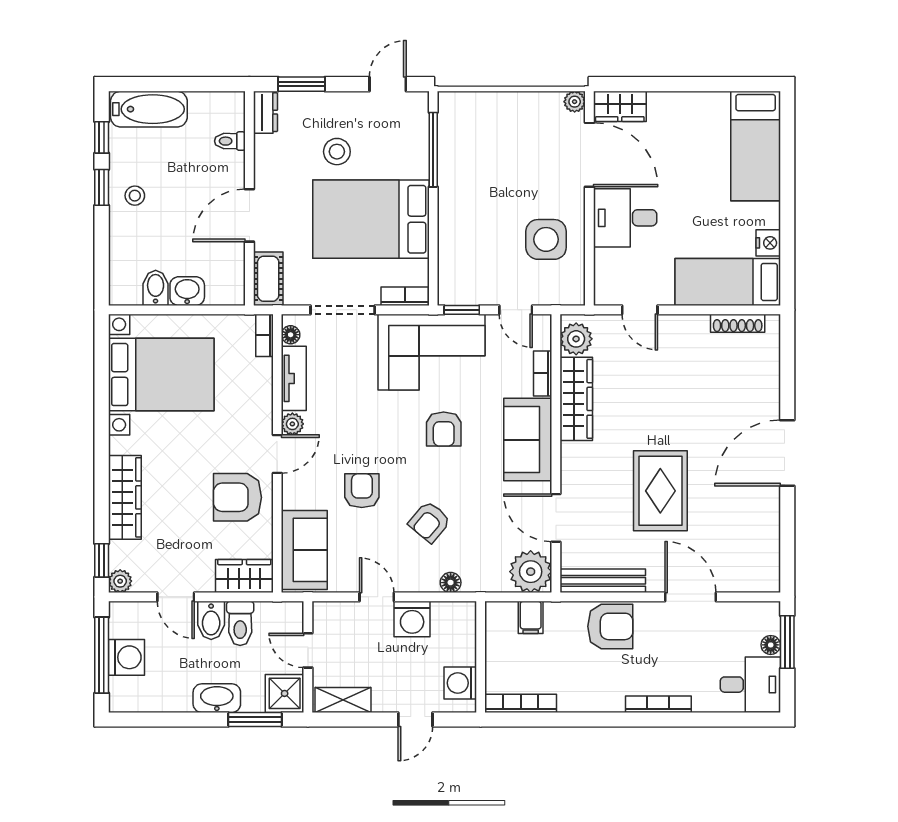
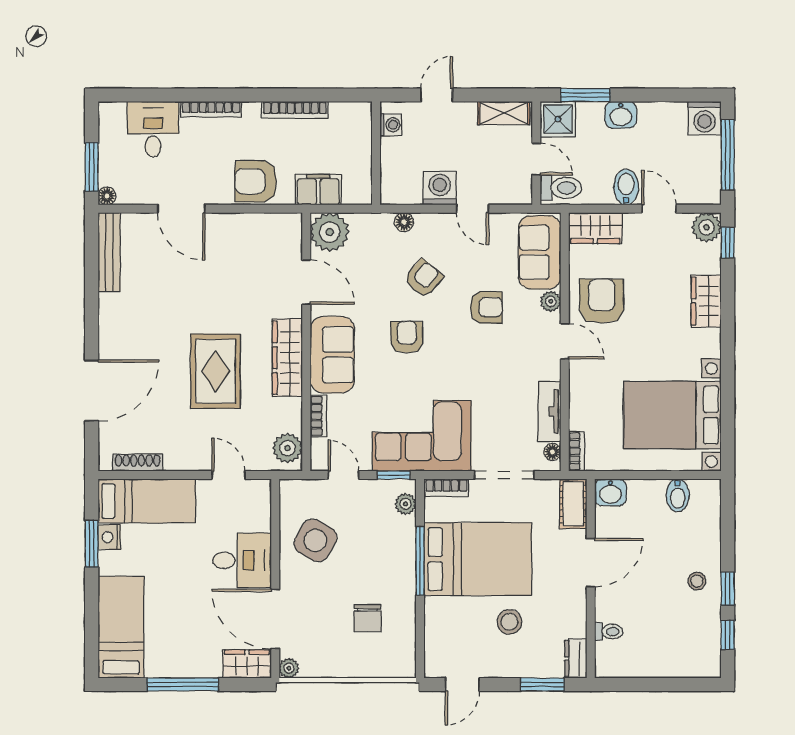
window: (689, 84) -> (183, 684), added
bathtub: (149, 109) -> (684, 661), removed
window: (433, 150) -> (420, 561), moved
chair: (490, 156) -> (368, 618), added
window: (787, 236) -> (92, 544), added
side table: (546, 239) -> (315, 540), turned 30
plant: (449, 279) -> (406, 504), added
washbasin: (187, 291) -> (610, 492), moved
wardrobe: (576, 399) -> (287, 358), moved
plant: (292, 424) -> (551, 301), moved
armchair: (444, 429) -> (407, 337), moved
door: (787, 453) -> (92, 390), moved
door: (277, 454) -> (565, 341), swing flipped
armchair: (362, 491) -> (486, 307), turned -90
rug: (660, 491) -> (216, 371), moved
wardrobe: (125, 497) -> (706, 301), width x0.67
armchair: (237, 497) -> (602, 301), turned -90
plant: (120, 581) -> (707, 227), width x1.38, depth x1.38
bench: (603, 581) -> (109, 252), moved, turned 90
filing cabinet: (531, 617) -> (318, 190), width x2.00
toilet: (240, 623) -> (561, 188), moved, turned 90
floor lamp: (771, 645) -> (107, 196), moved
washing machine: (127, 657) -> (705, 118), moved, turned -90
washing machine: (460, 683) -> (391, 125), width x0.73, depth x0.73
desk: (750, 685) -> (153, 129), moved, turned 90
washbasin: (217, 698) -> (621, 115), width x0.72
bookcase: (521, 703) -> (295, 110), moved

